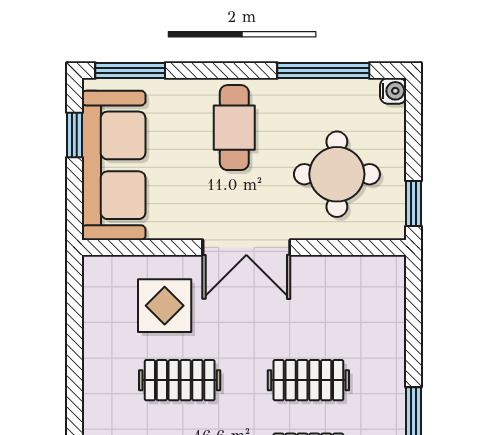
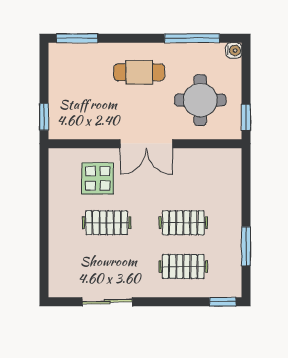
cafe table: (234, 128) -> (139, 72), turned 90
window: (74, 135) -> (44, 117), moved
sofa: (114, 165) -> (67, 95), removed

